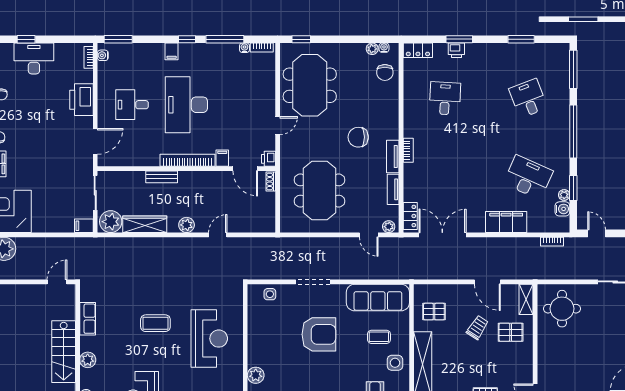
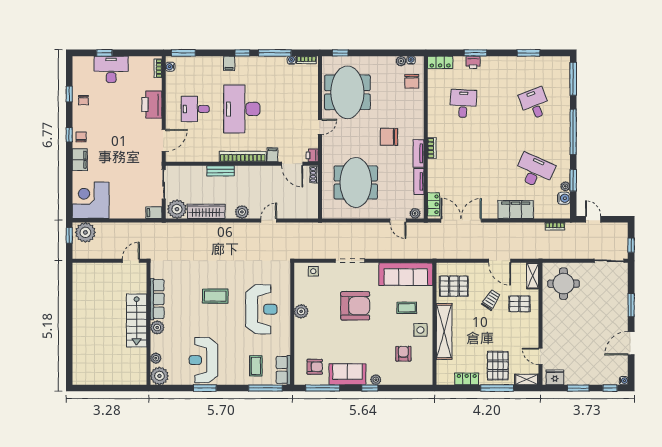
pallet: (434, 312) -> (454, 286), width x1.50, depth x1.42
row of seats: (88, 319) -> (157, 299), width x1.48
plant: (256, 375) -> (301, 311), moved

